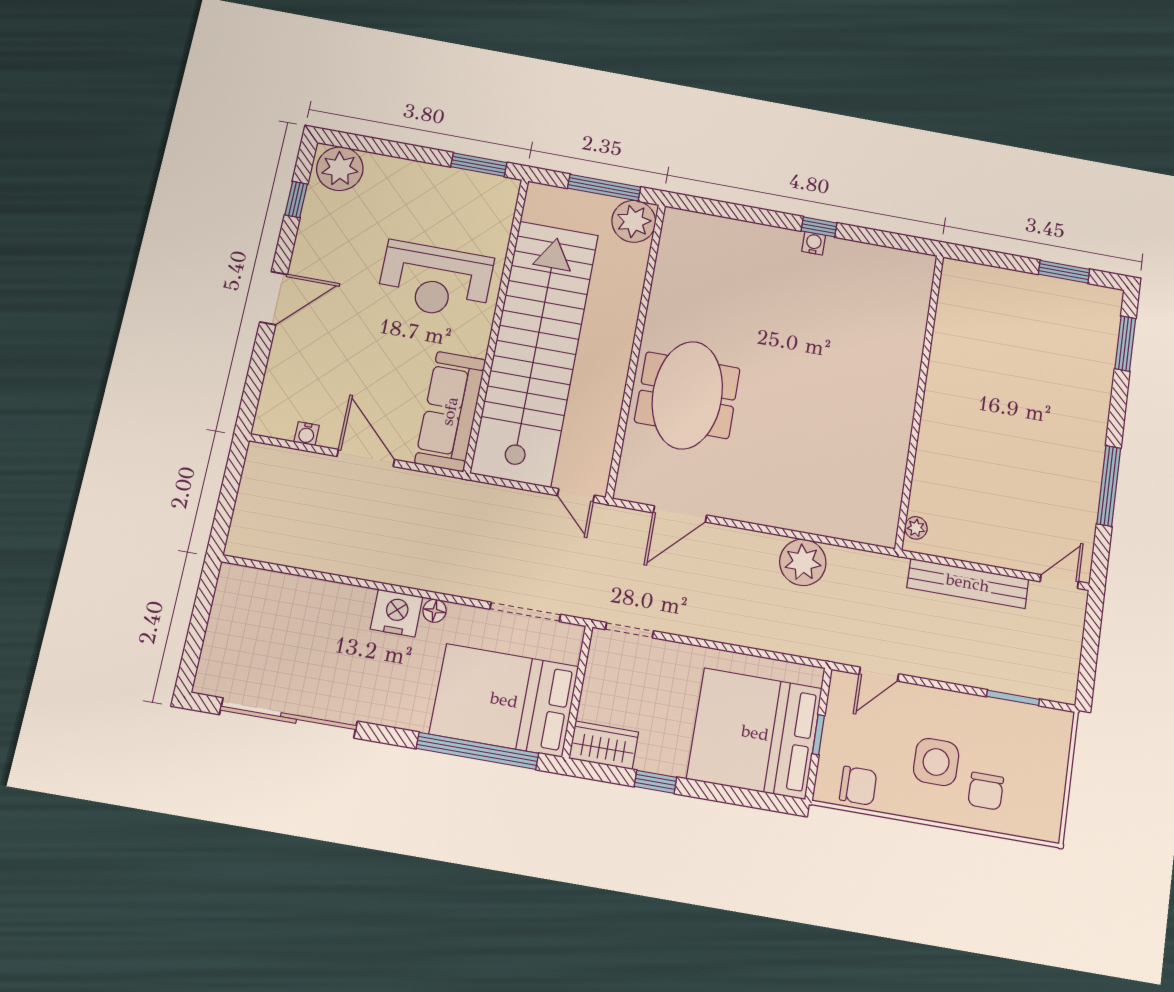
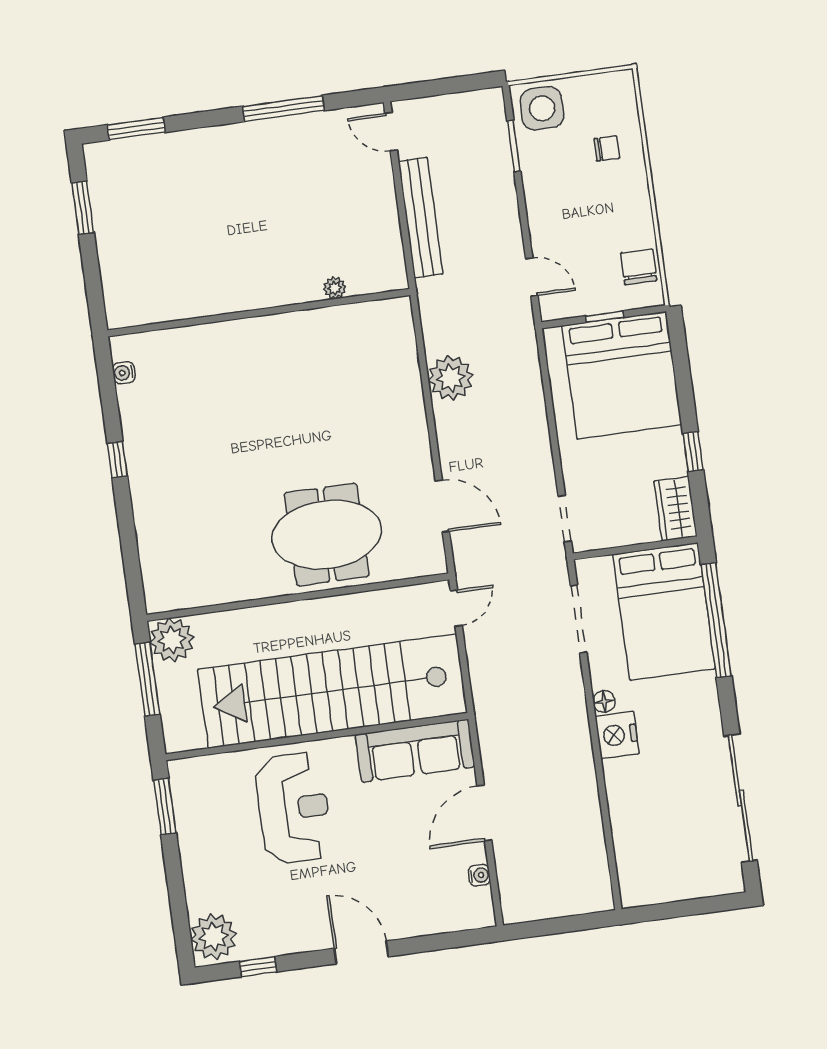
water cooler: (814, 243) -> (124, 373), moved
plant: (916, 528) -> (335, 288), moved
side table: (936, 762) -> (542, 108), moved
chair: (986, 791) -> (607, 148), width x0.73, depth x0.73

